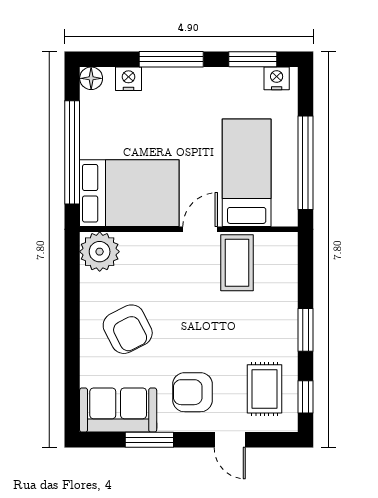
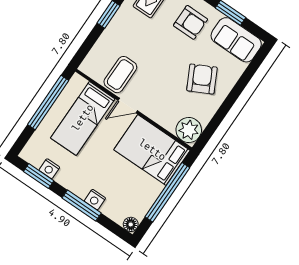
nightstand: (277, 78) -> (49, 169), moved
nightstand: (129, 79) -> (95, 200), moved

